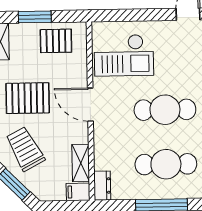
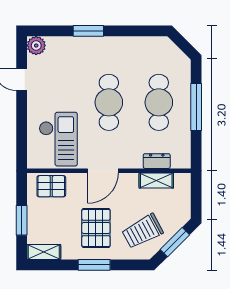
pallet: (56, 41) -> (51, 186), moved, turned 90
dresser: (102, 186) -> (157, 161), moved
filing cabinet: (78, 192) -> (183, 183), removed

